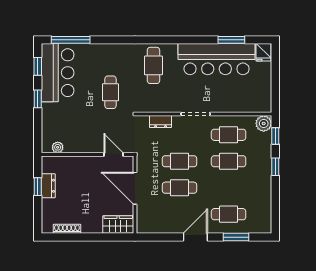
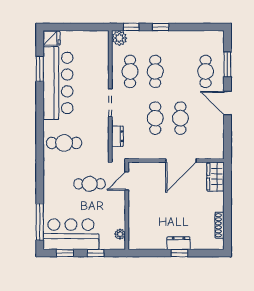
plant: (58, 147) -> (120, 234), moved
wall: (87, 154) -> (127, 206), moved
door: (113, 154) -> (127, 181), moved

